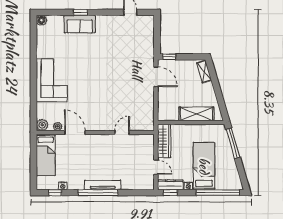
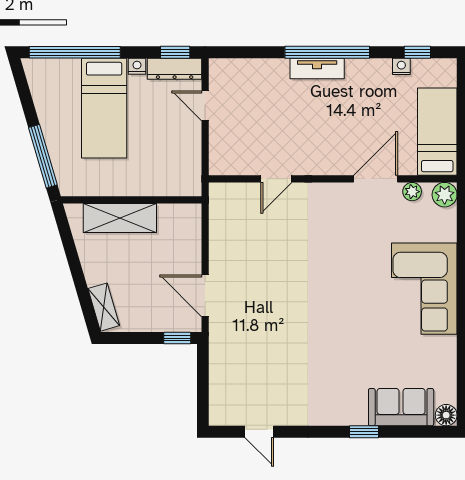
sofa: (80, 24) -> (401, 407), moved
door: (75, 132) -> (376, 179), swing flipped
wardrobe: (164, 141) -> (188, 161), removed
tv unit: (103, 185) -> (317, 69), width x0.71

